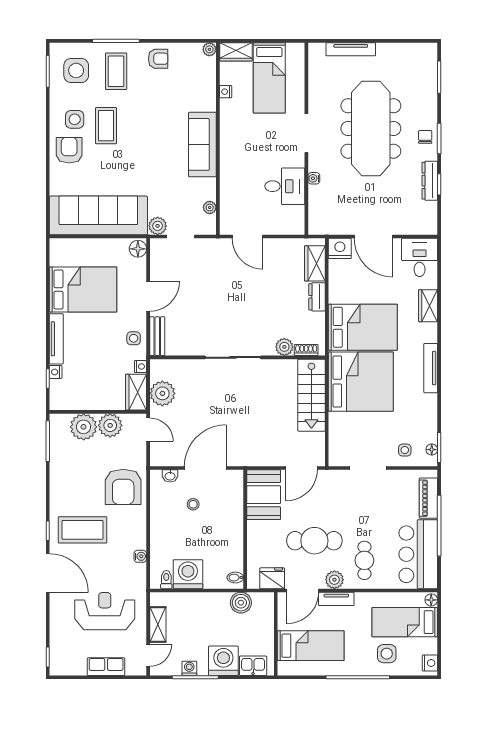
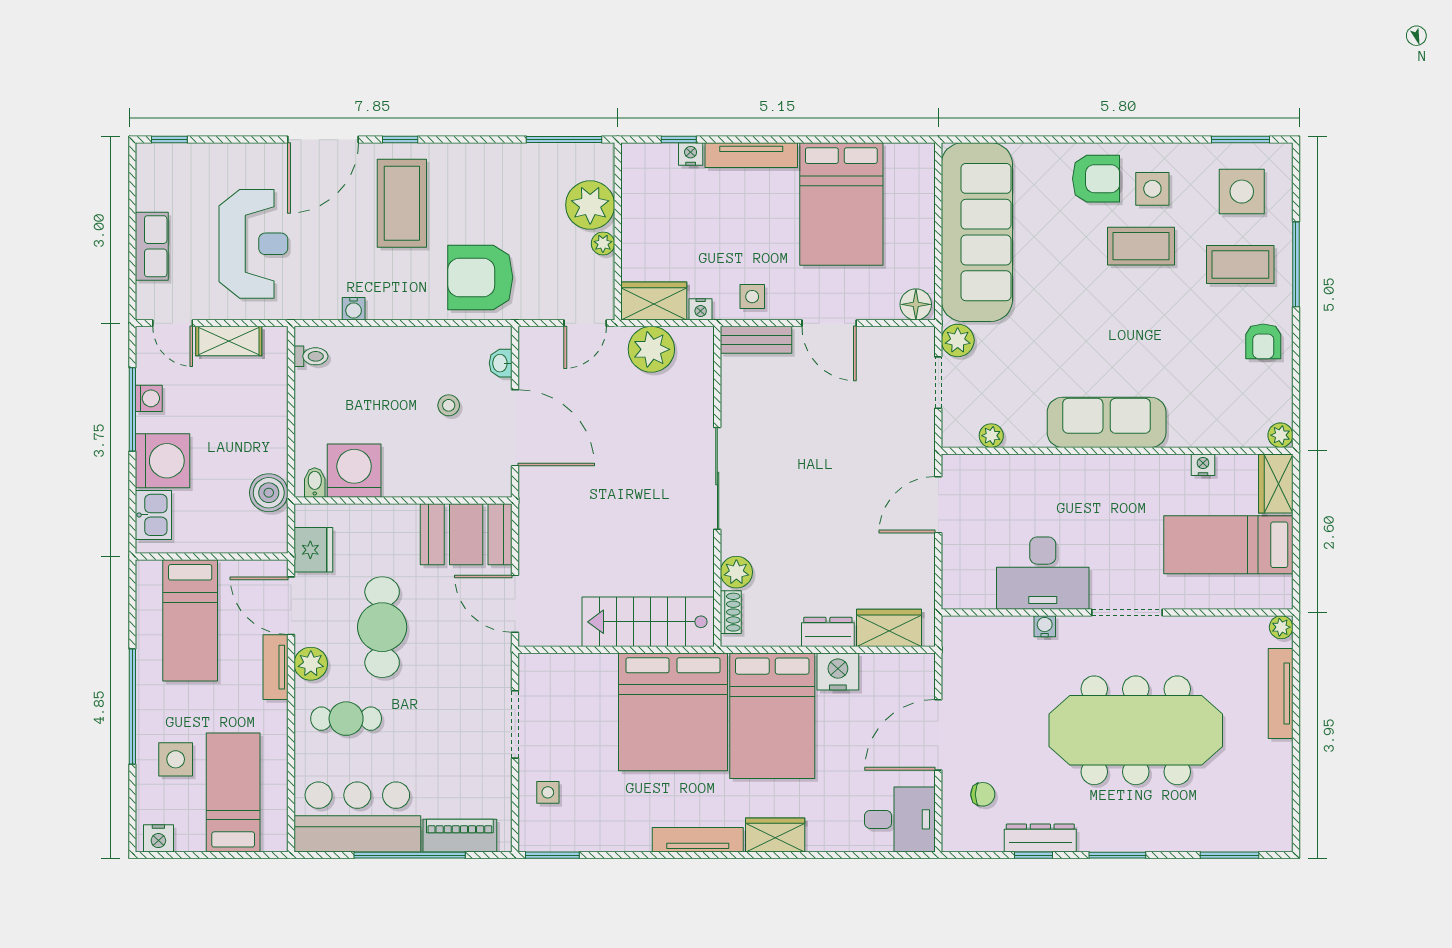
plant: (314, 49) -> (1281, 627), added
chair: (425, 137) -> (983, 794), moved
desk: (285, 186) -> (1043, 573), width x1.37
nightstand: (340, 248) -> (838, 672), moved, turned -90
wardrobe: (428, 306) -> (775, 835), moved
plant: (110, 425) -> (603, 244), width x0.53, depth x0.53
floor lamp: (432, 450) -> (549, 842), removed
washing machine: (188, 574) -> (354, 471), moved, turned -90
floor lamp: (431, 600) -> (274, 841), removed

